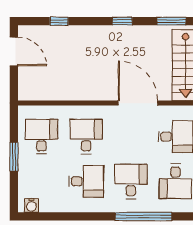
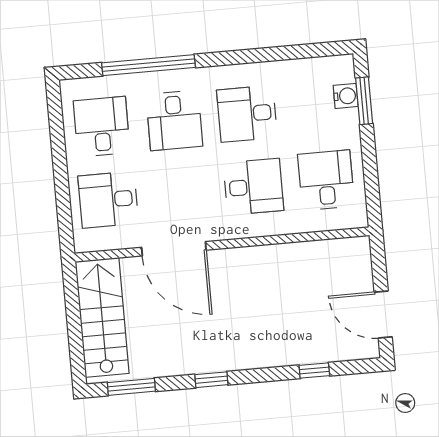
desk: (41, 137) -> (326, 180), turned 180
desk: (86, 137) -> (253, 187), turned -90
window: (14, 157) -> (364, 101), moved
water cooler: (31, 205) -> (346, 96), moved, turned 90

